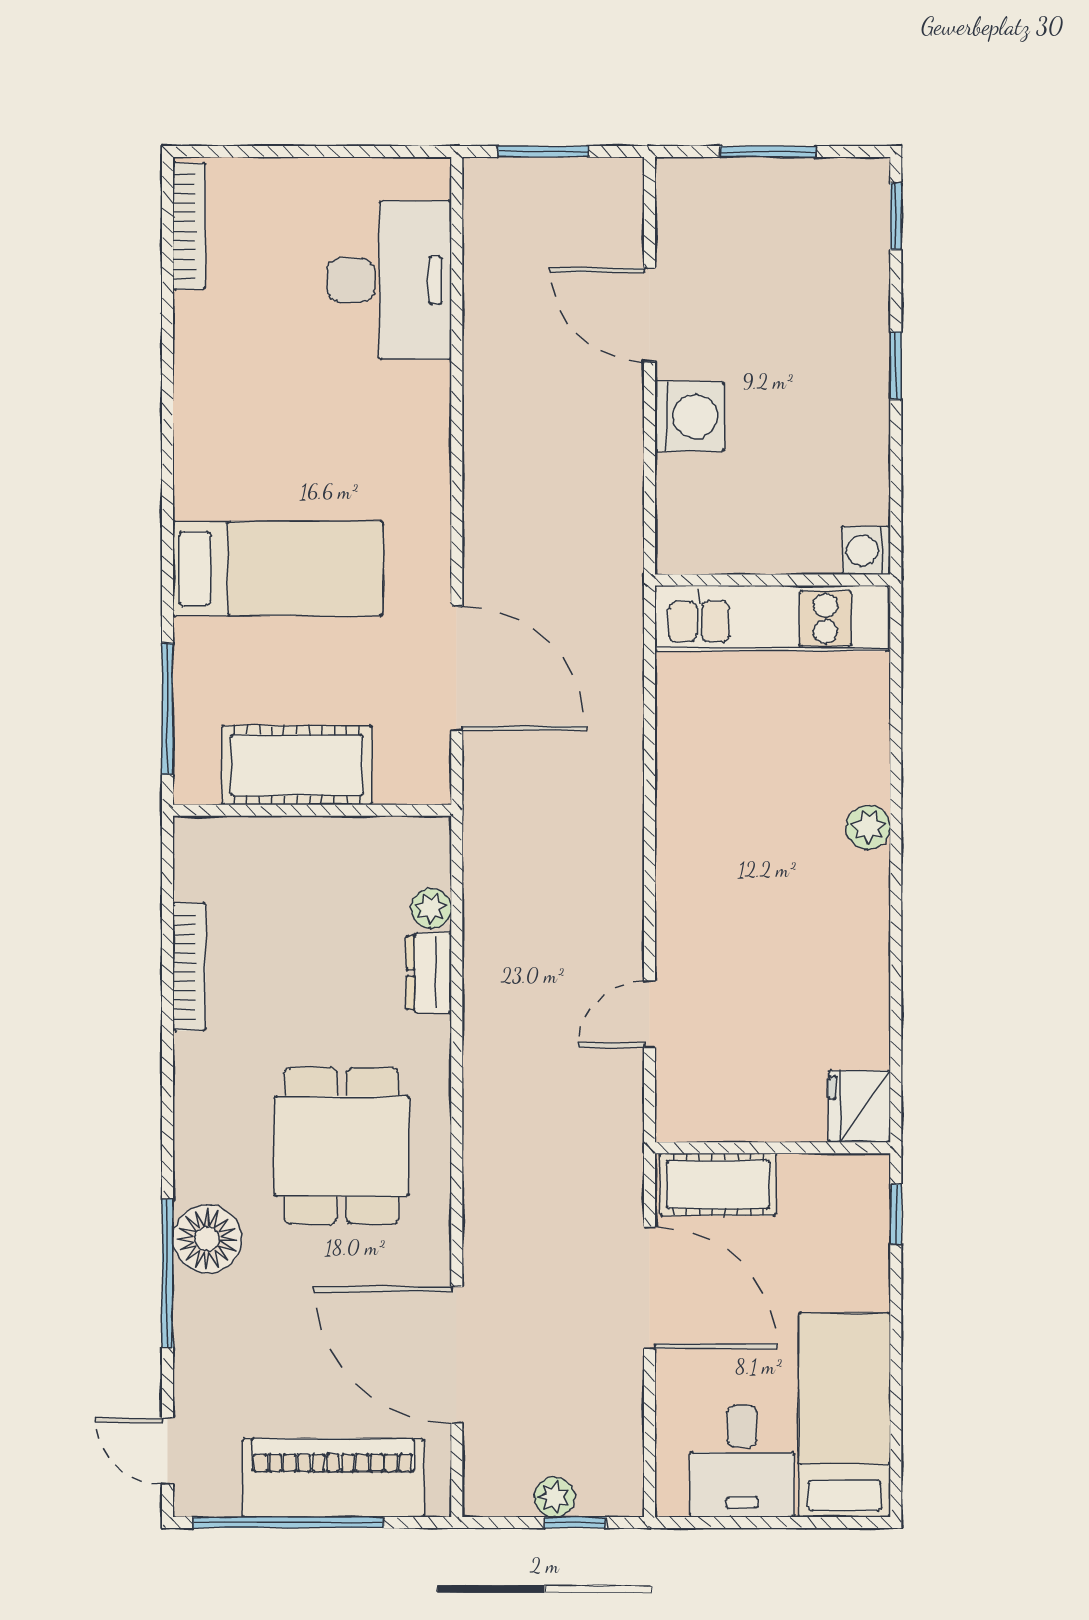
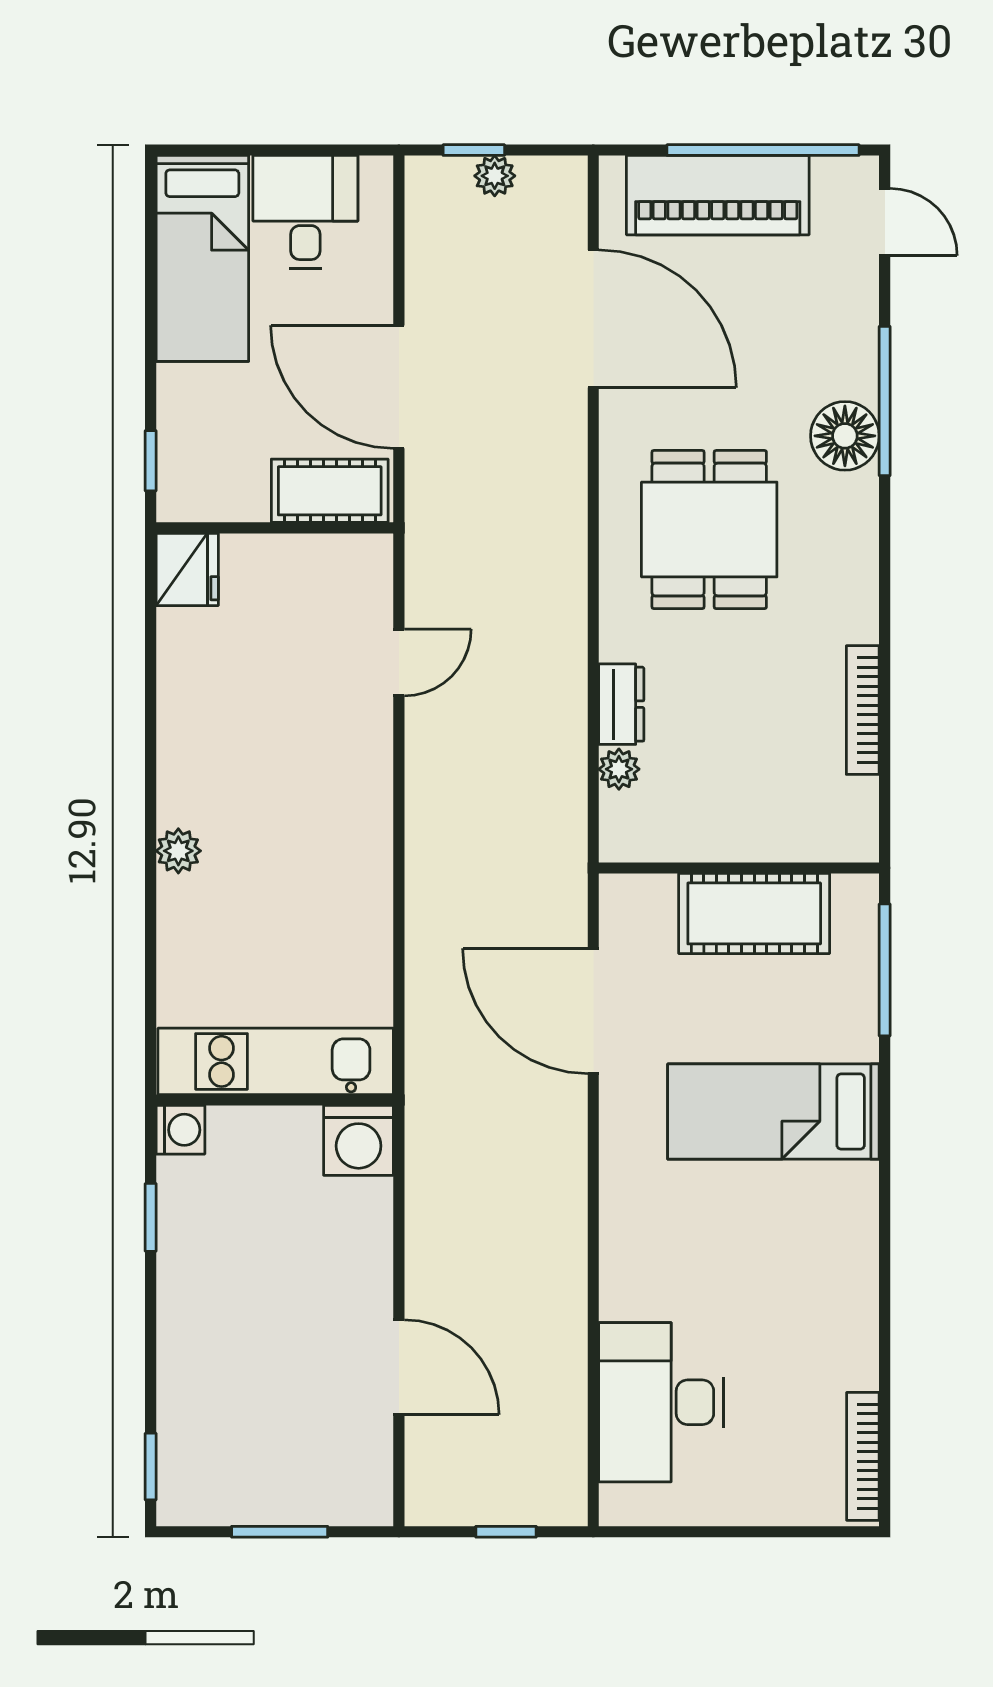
window: (543, 152) -> (506, 1532), width x0.67
window: (896, 365) -> (151, 1217), moved
washing machine: (690, 416) -> (359, 1140), moved, turned -90

